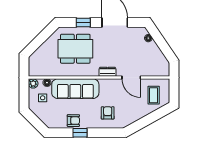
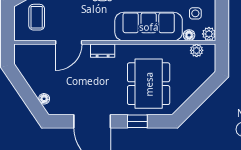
dining table: (75, 49) -> (149, 84), turned 90
plant: (42, 72) -> (197, 50), added
door: (131, 78) -> (69, 42), swing flipped

